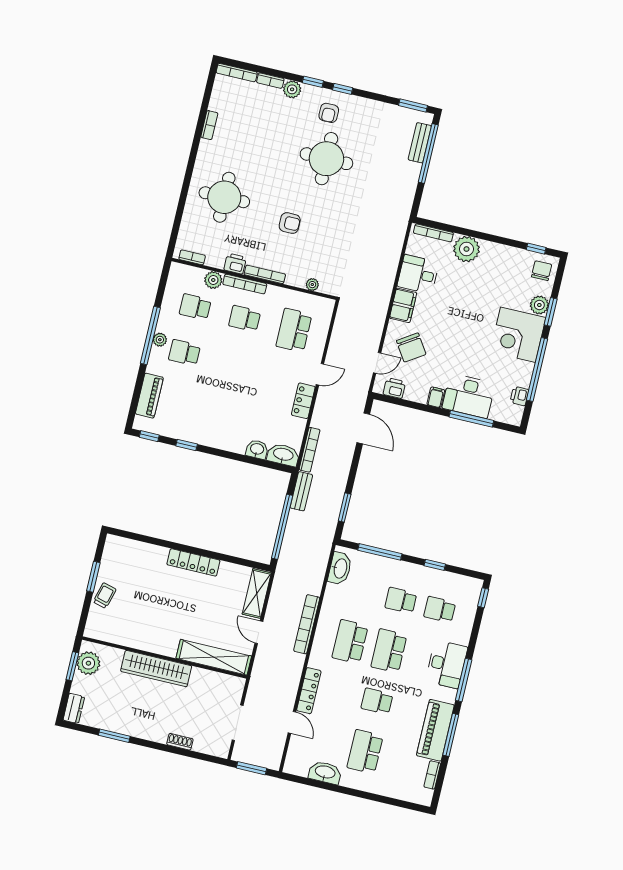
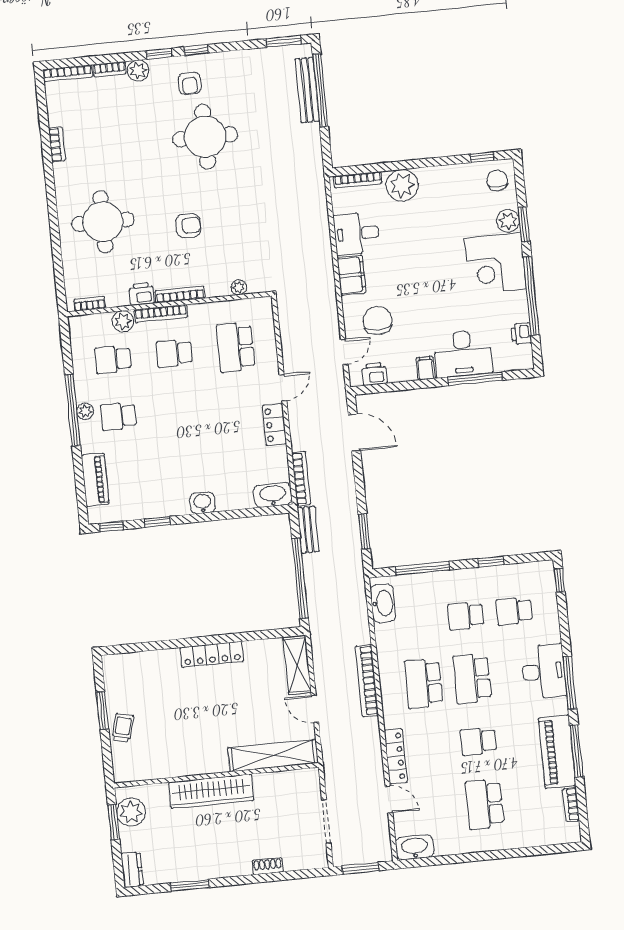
bench: (420, 143) -> (307, 90), width x1.36
chair: (411, 347) -> (378, 321), turned -147
washbasin: (257, 449) -> (202, 503), moved
washbasin: (325, 772) -> (415, 847), moved

